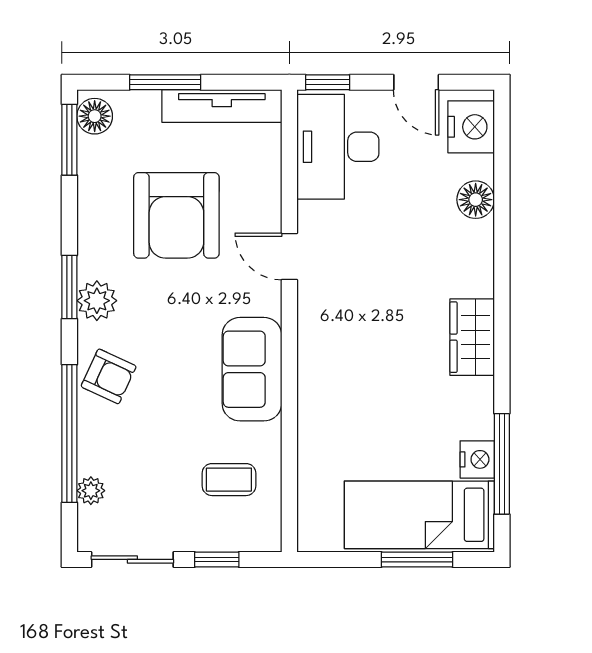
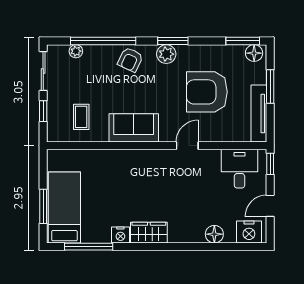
desk: (338, 147) -> (239, 169), width x0.73
nightstand: (477, 459) -> (120, 235), moved

